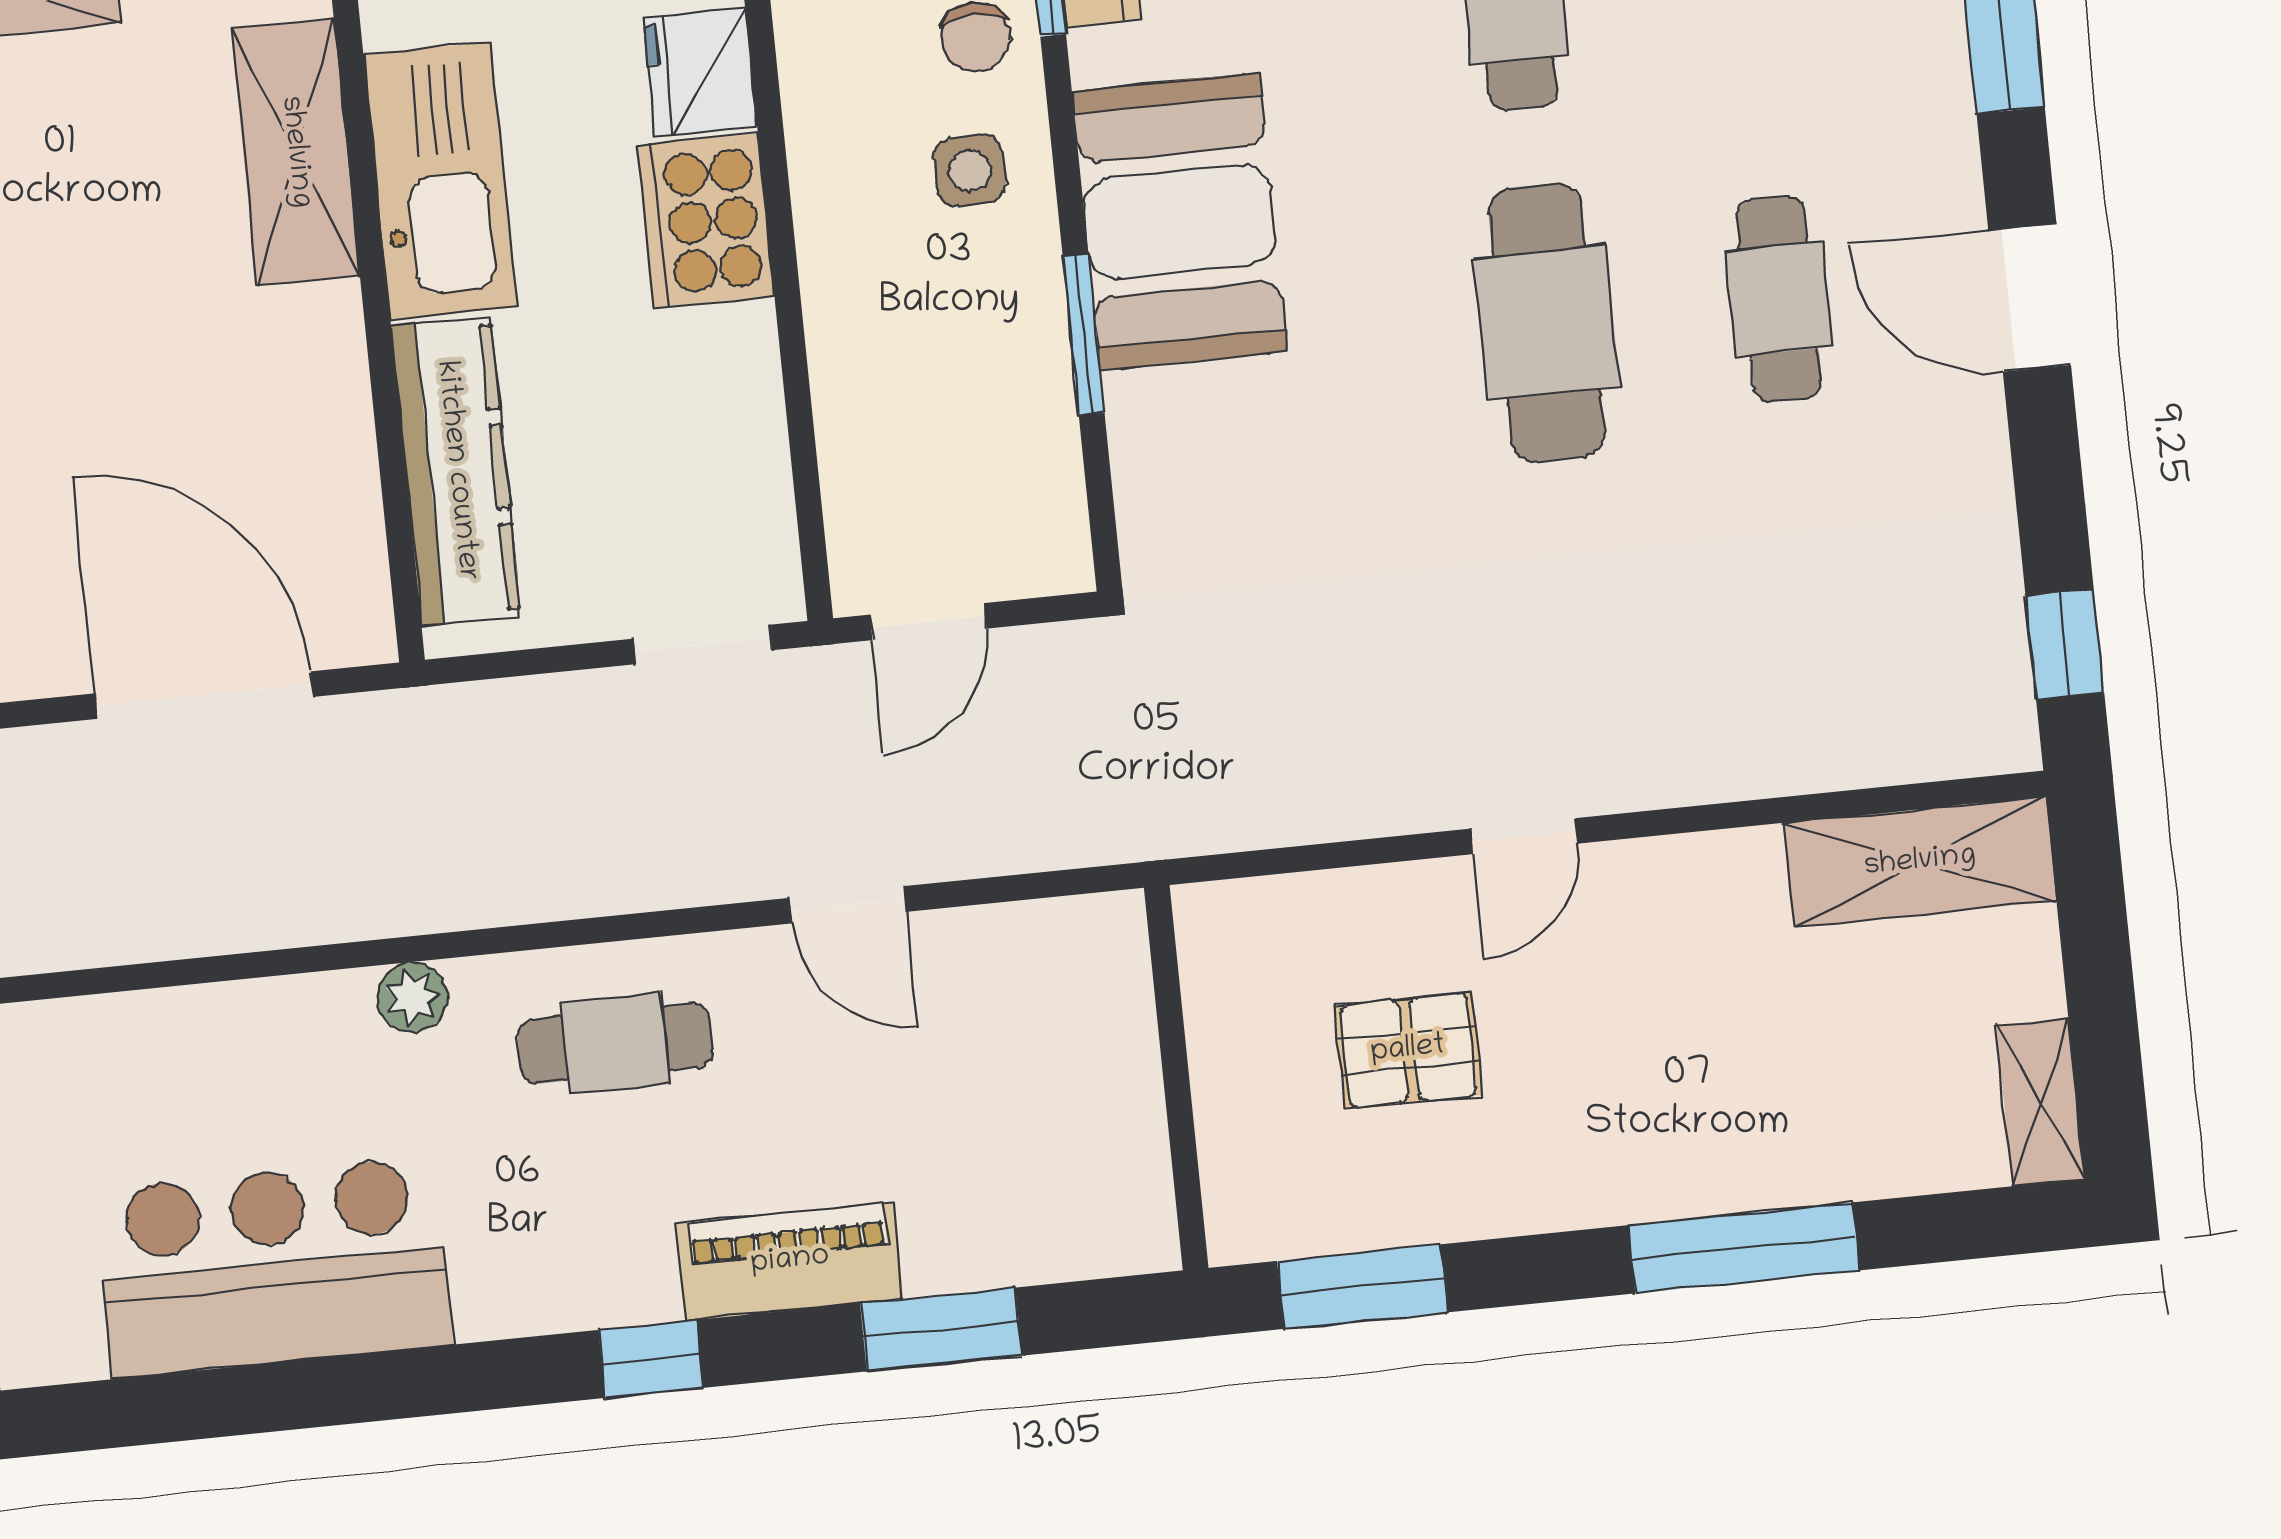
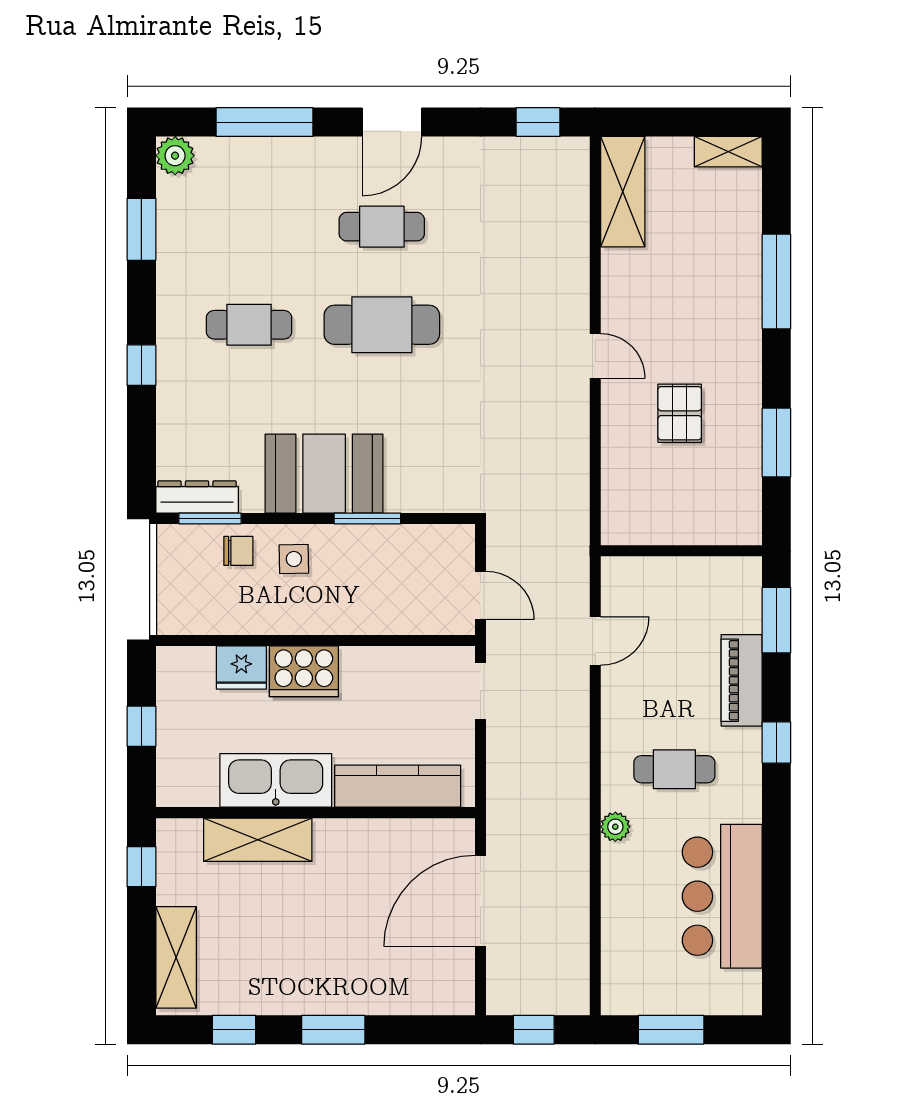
cafe table: (615, 1043) -> (674, 769), moved, turned 90
wall: (1176, 1078) -> (681, 551), moved

